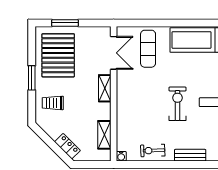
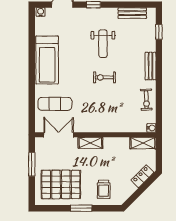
window: (65, 23) -> (32, 164), moved
exercise bike: (177, 104) -> (104, 77), width x0.73, depth x0.72
shelving: (104, 135) -> (143, 143), moved

